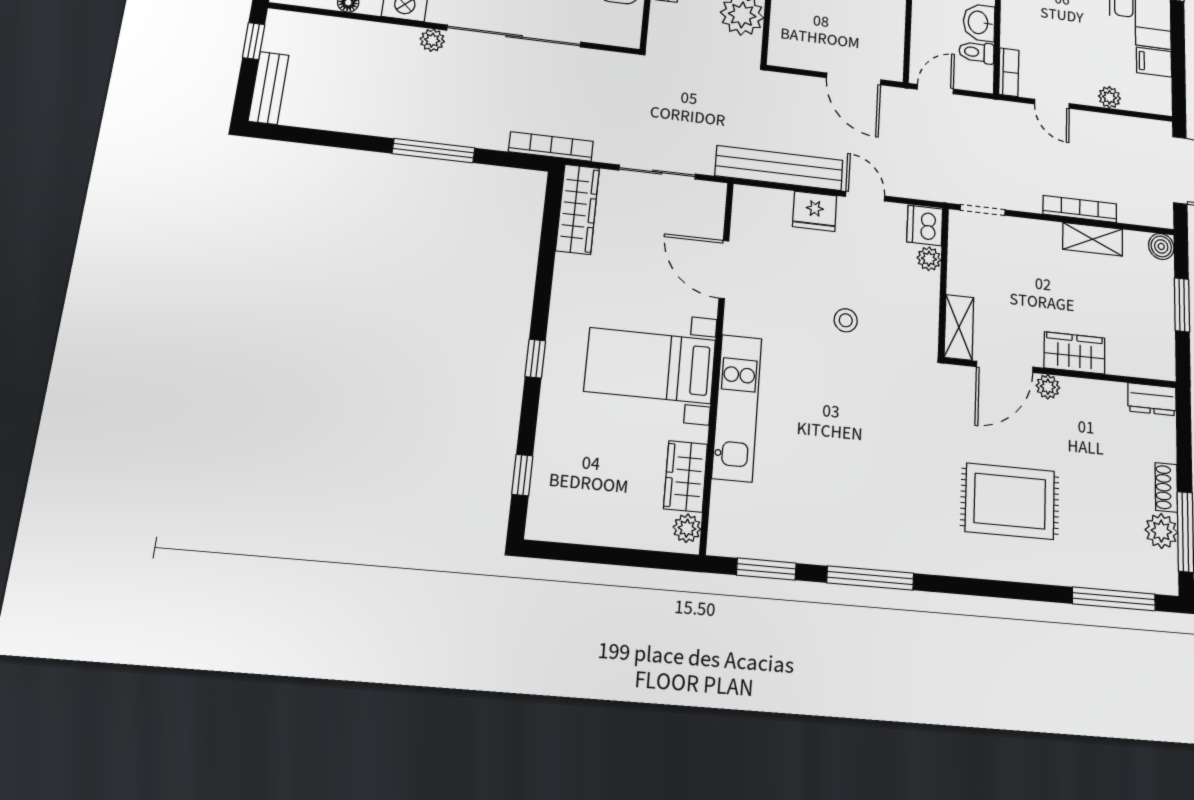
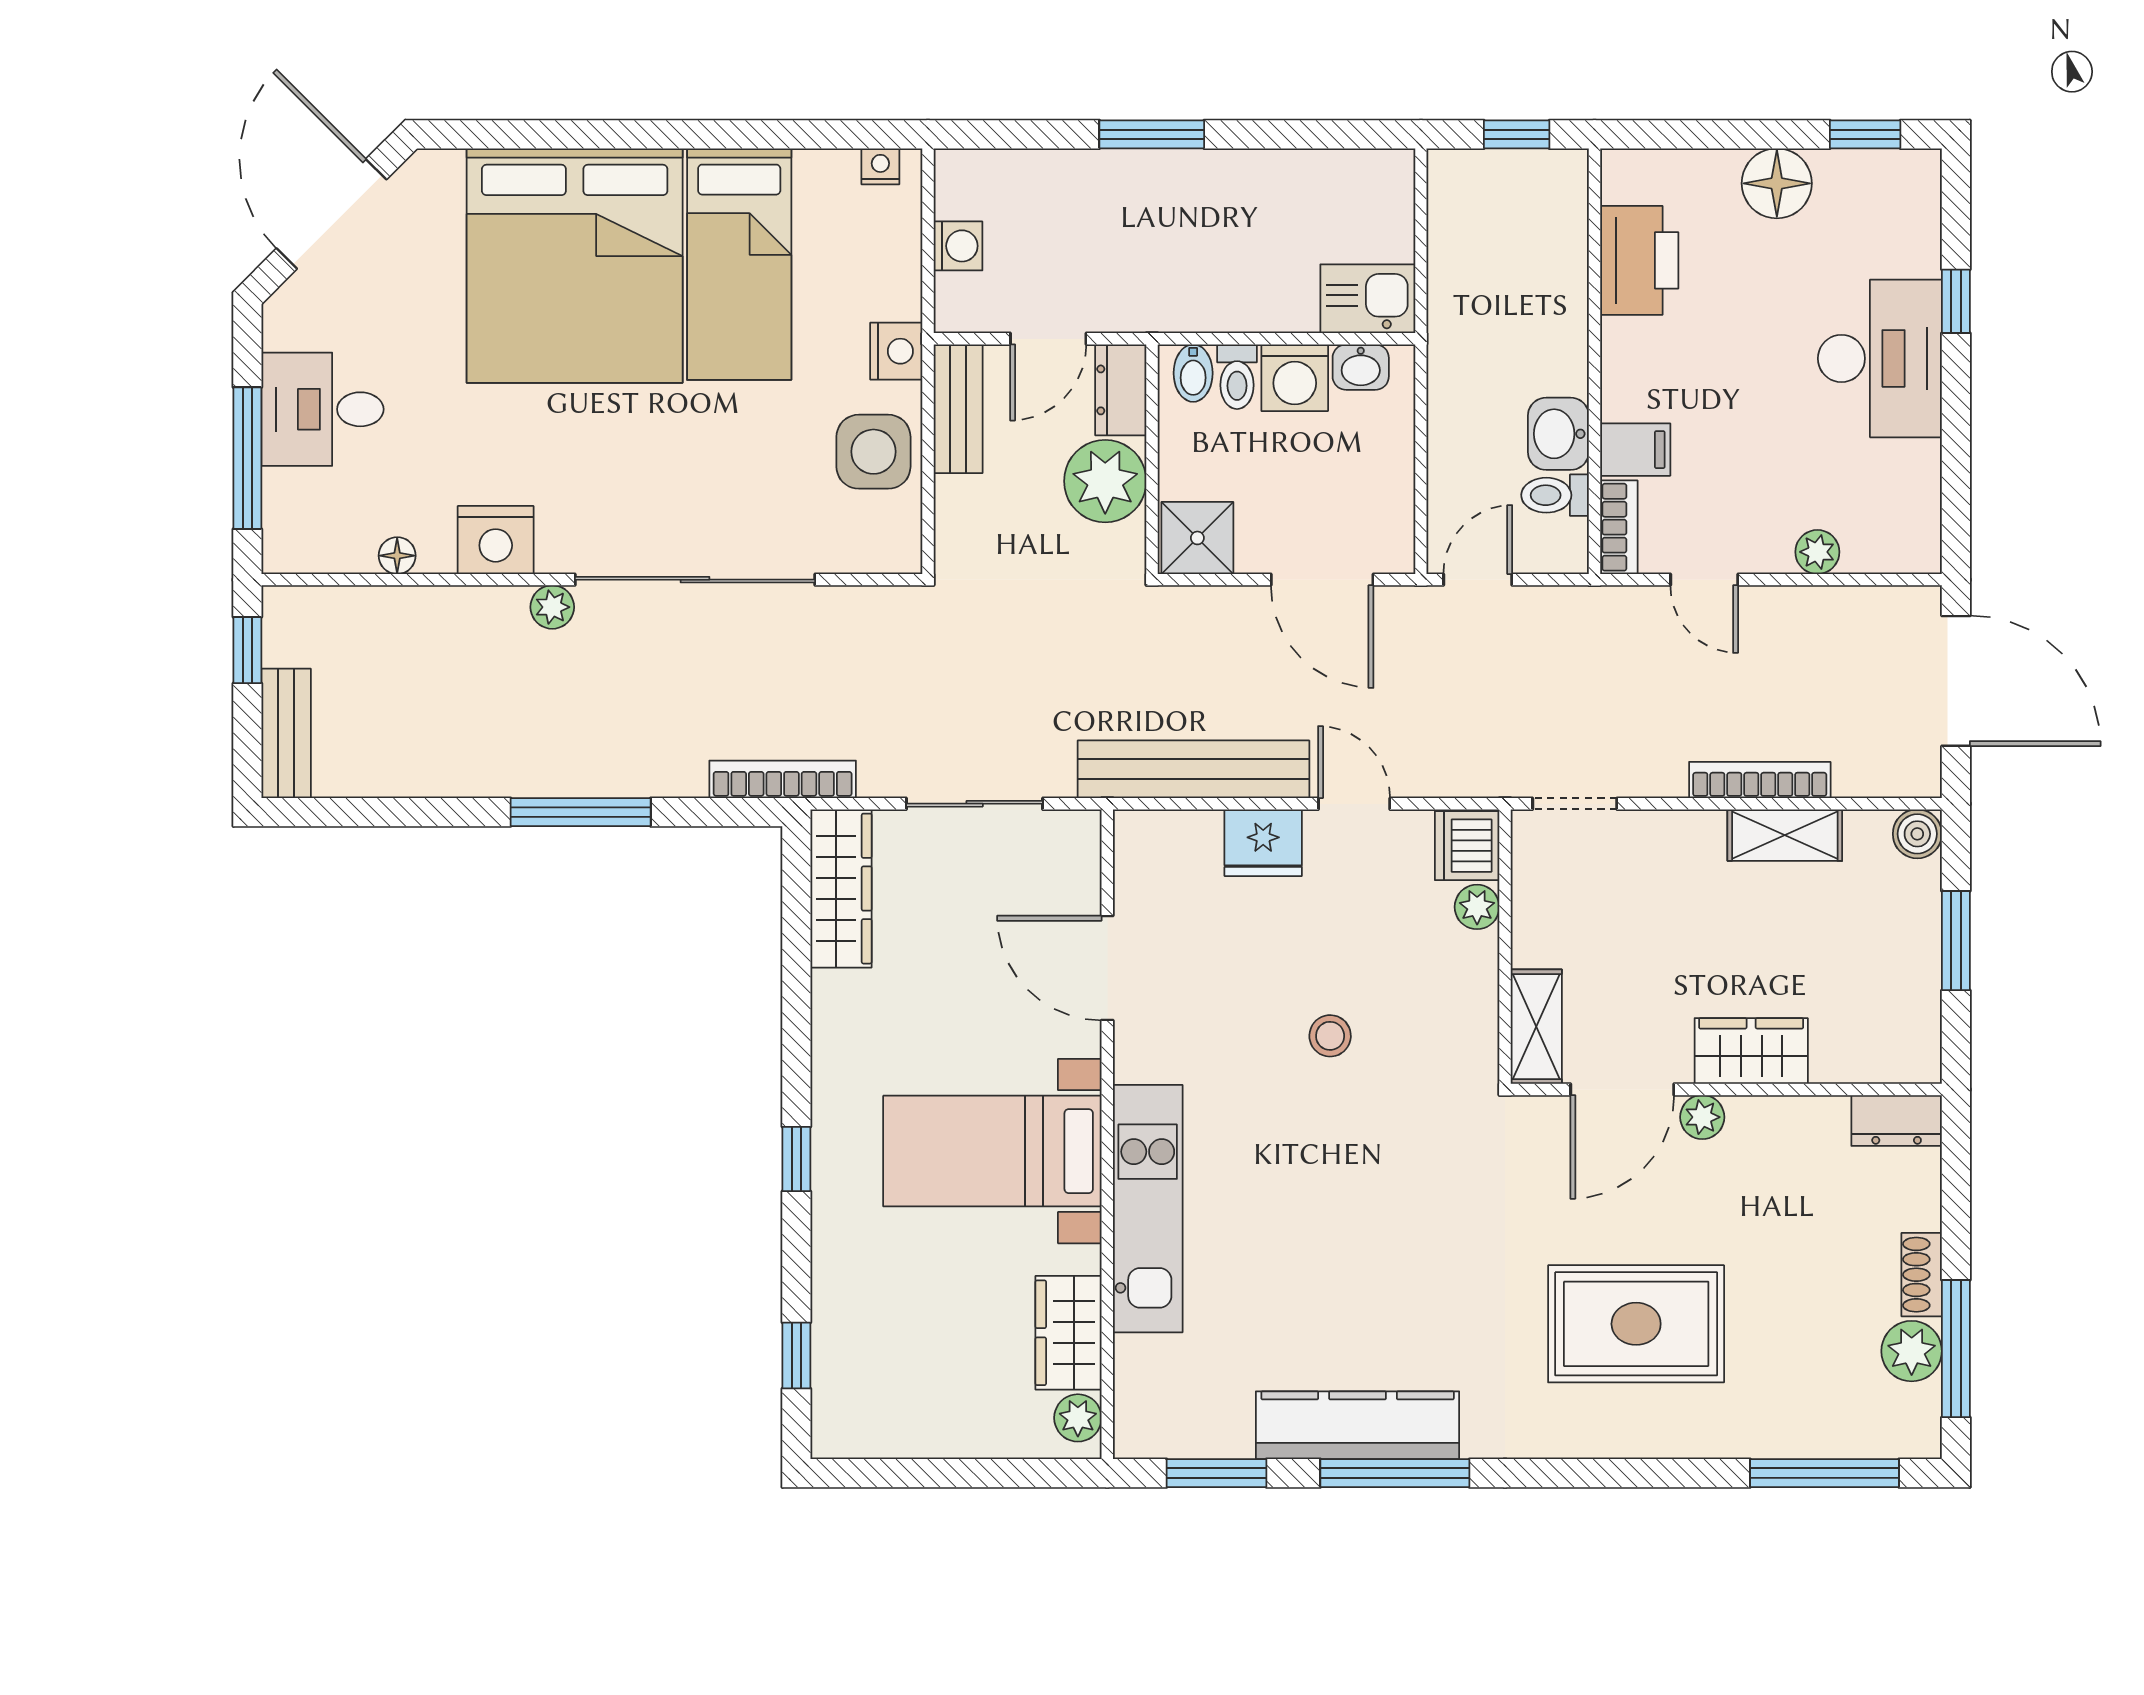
shower: (789, 50) -> (1197, 538), added
filing cabinet: (1154, 62) -> (1635, 450), moved, turned 180
kitchen counter: (850, 547) -> (1358, 1425), added

